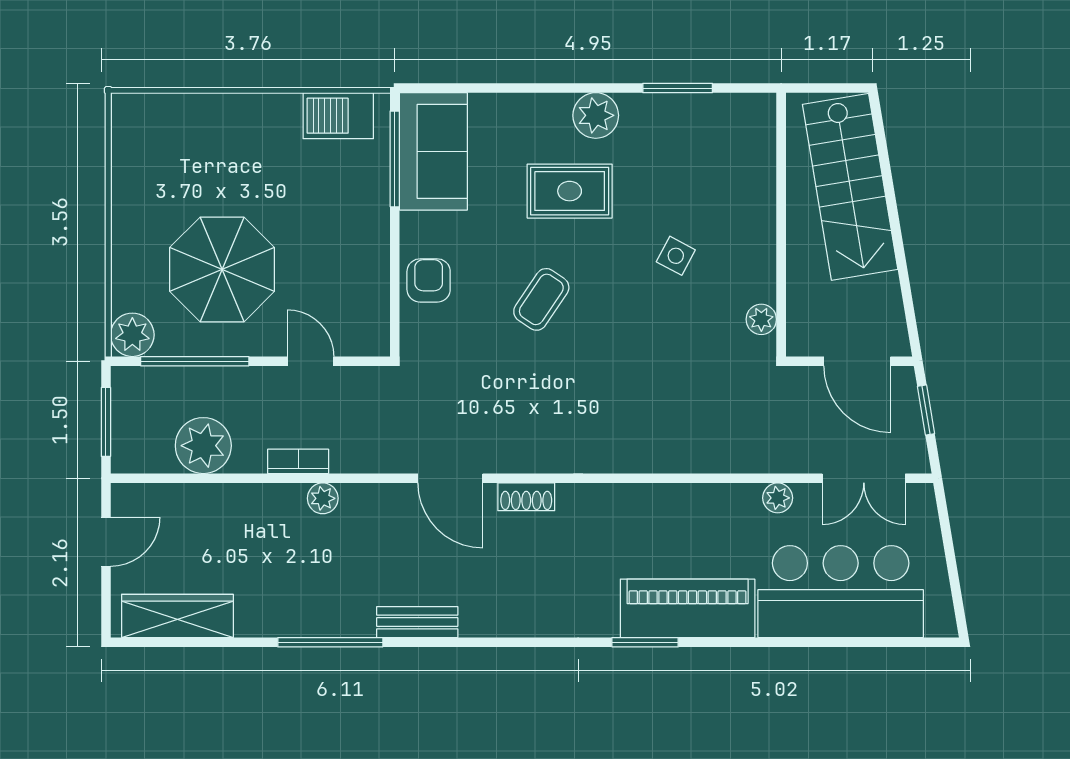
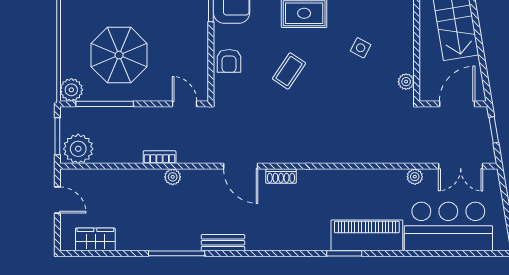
armchair: (429, 280) -> (229, 61), turned 180
door: (311, 361) -> (185, 104), moved
door: (857, 361) -> (457, 104), swing flipped
plant: (203, 446) -> (78, 149), moved
door: (106, 542) -> (57, 200), hinge flipped
wardrobe: (177, 616) -> (95, 239), width x0.67

